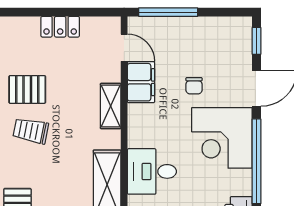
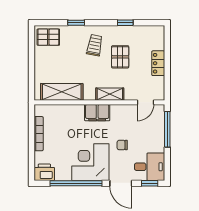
filing cabinet: (141, 82) -> (97, 113), moved
pallet: (27, 89) -> (120, 57), moved
desk: (152, 171) -> (150, 167), moved, turned 90

